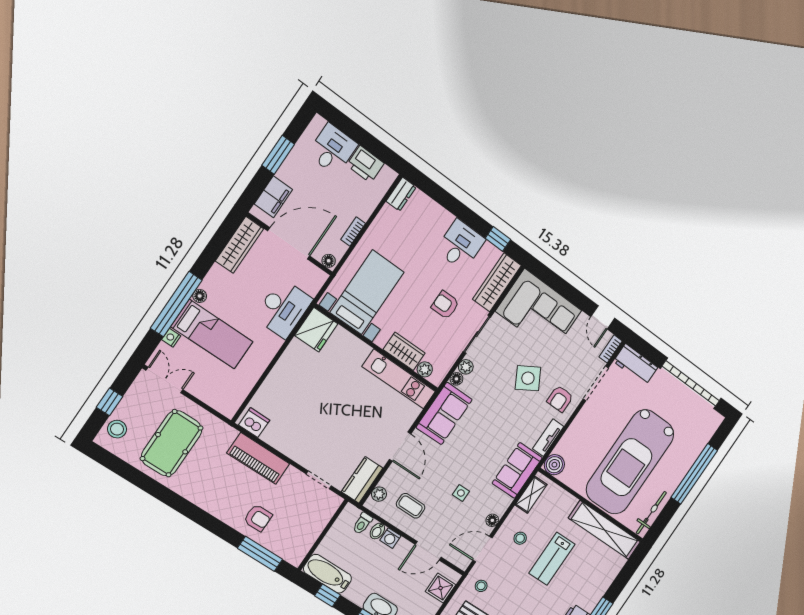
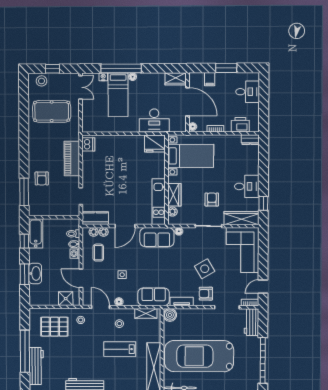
printer: (365, 164) -> (240, 125), moved, turned 90
filing cabinet: (273, 197) -> (210, 79), width x0.50
wardrobe: (239, 245) -> (176, 79), width x0.67
plant: (466, 367) -> (104, 232), moved

